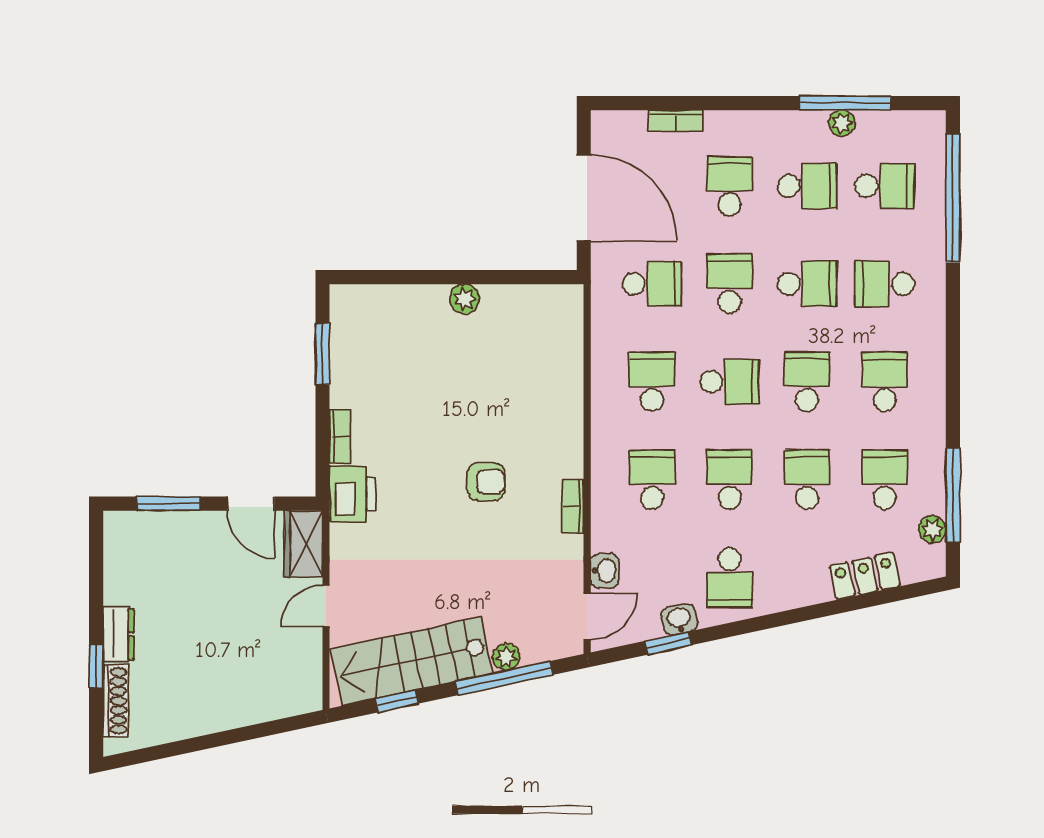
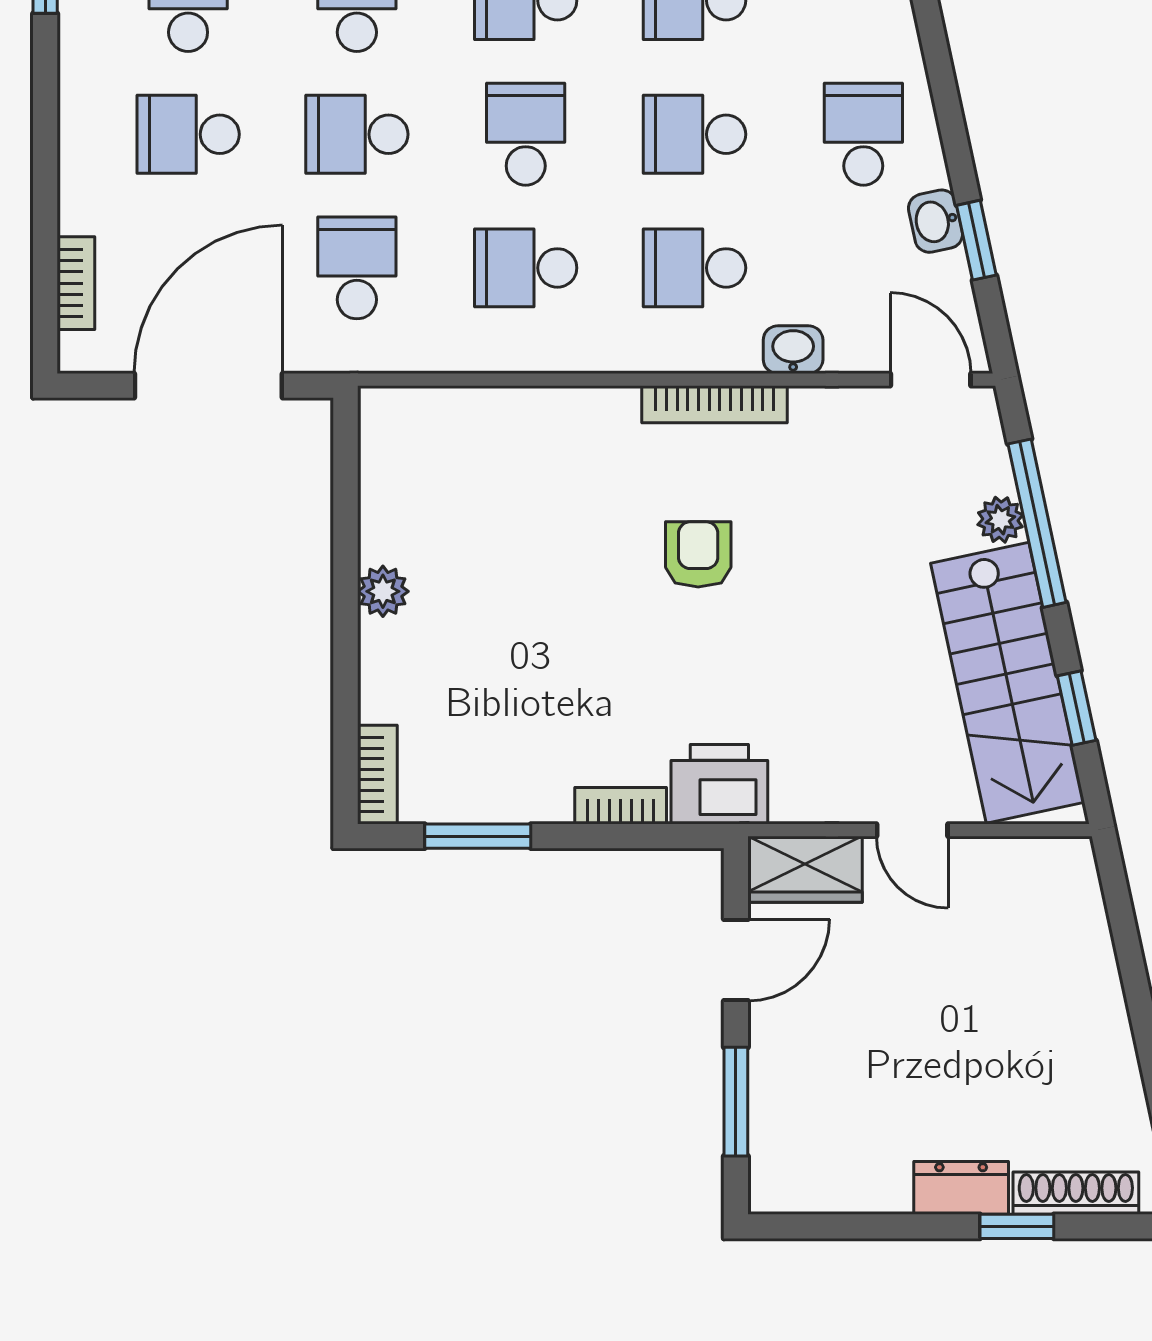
bookcase: (675, 121) -> (76, 283), moved
bookcase: (358, 296) -> (377, 775), added
bookcase: (573, 506) -> (715, 404), width x1.56
washbasin: (605, 571) -> (793, 350), moved
school desk: (730, 577) -> (863, 134), turned -90

